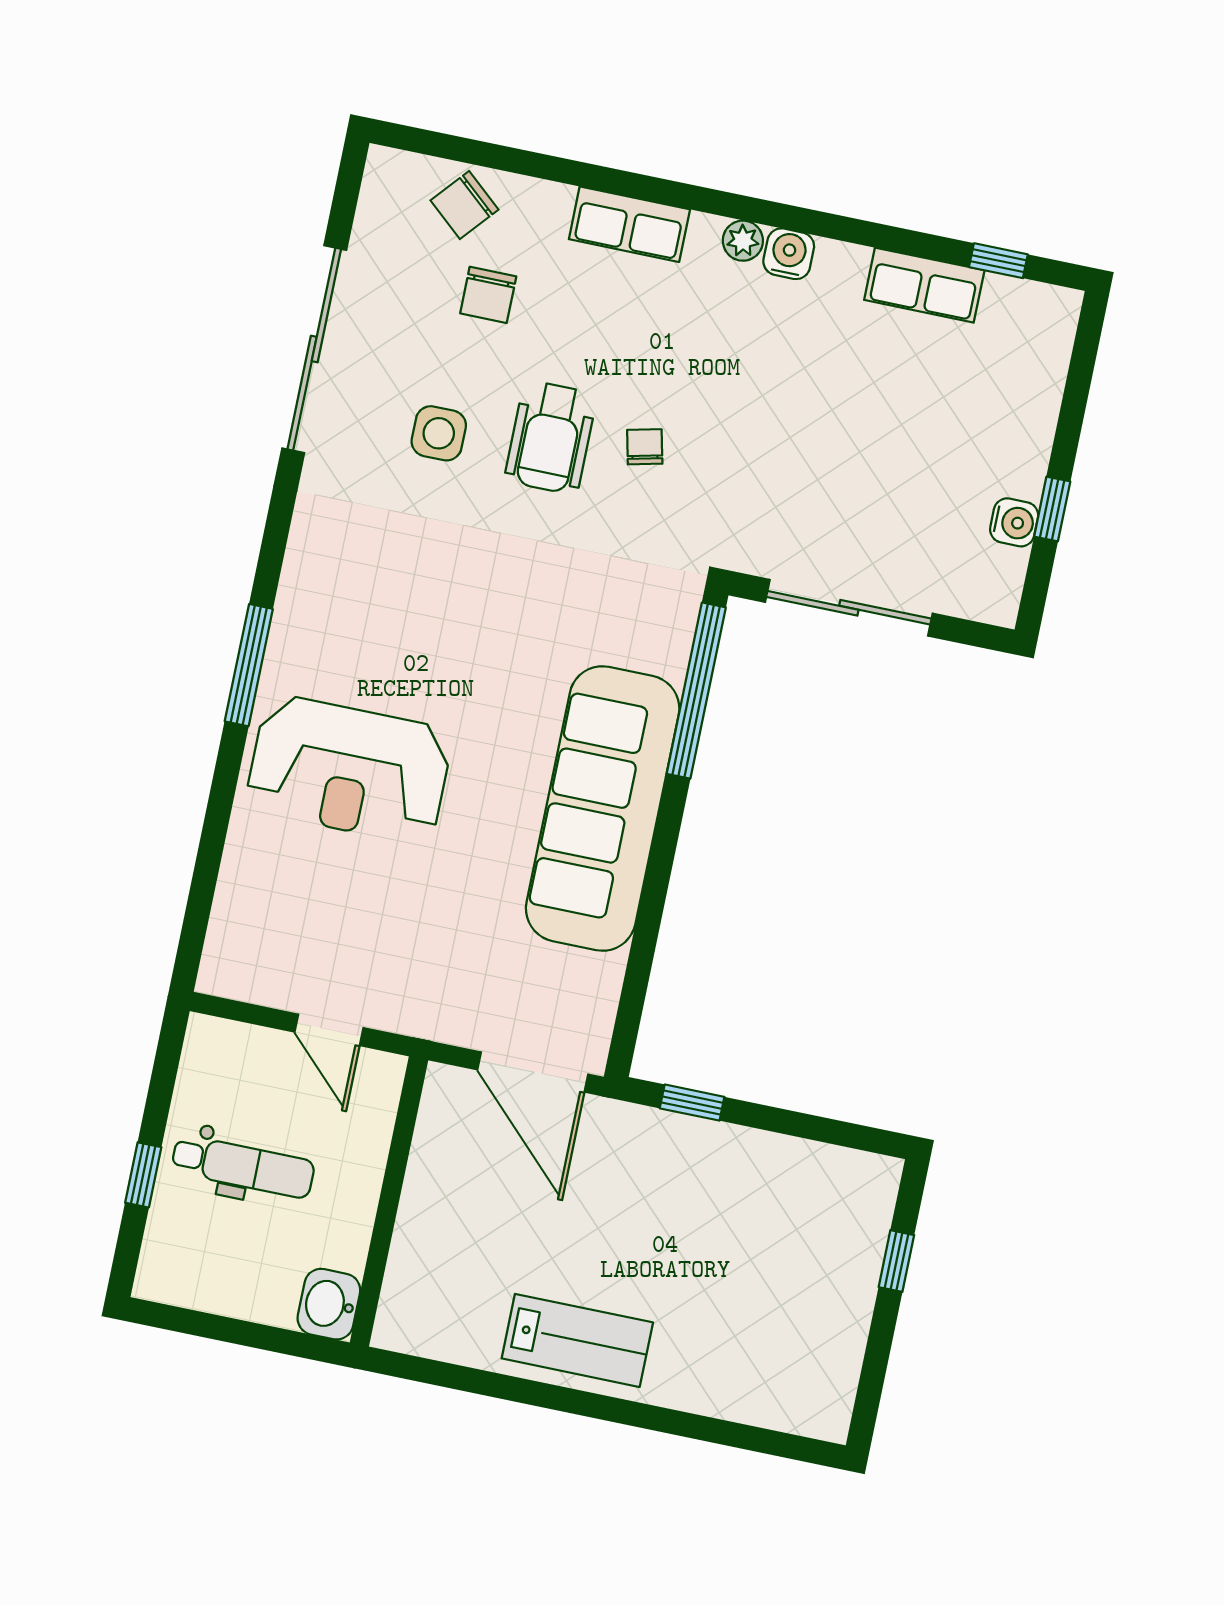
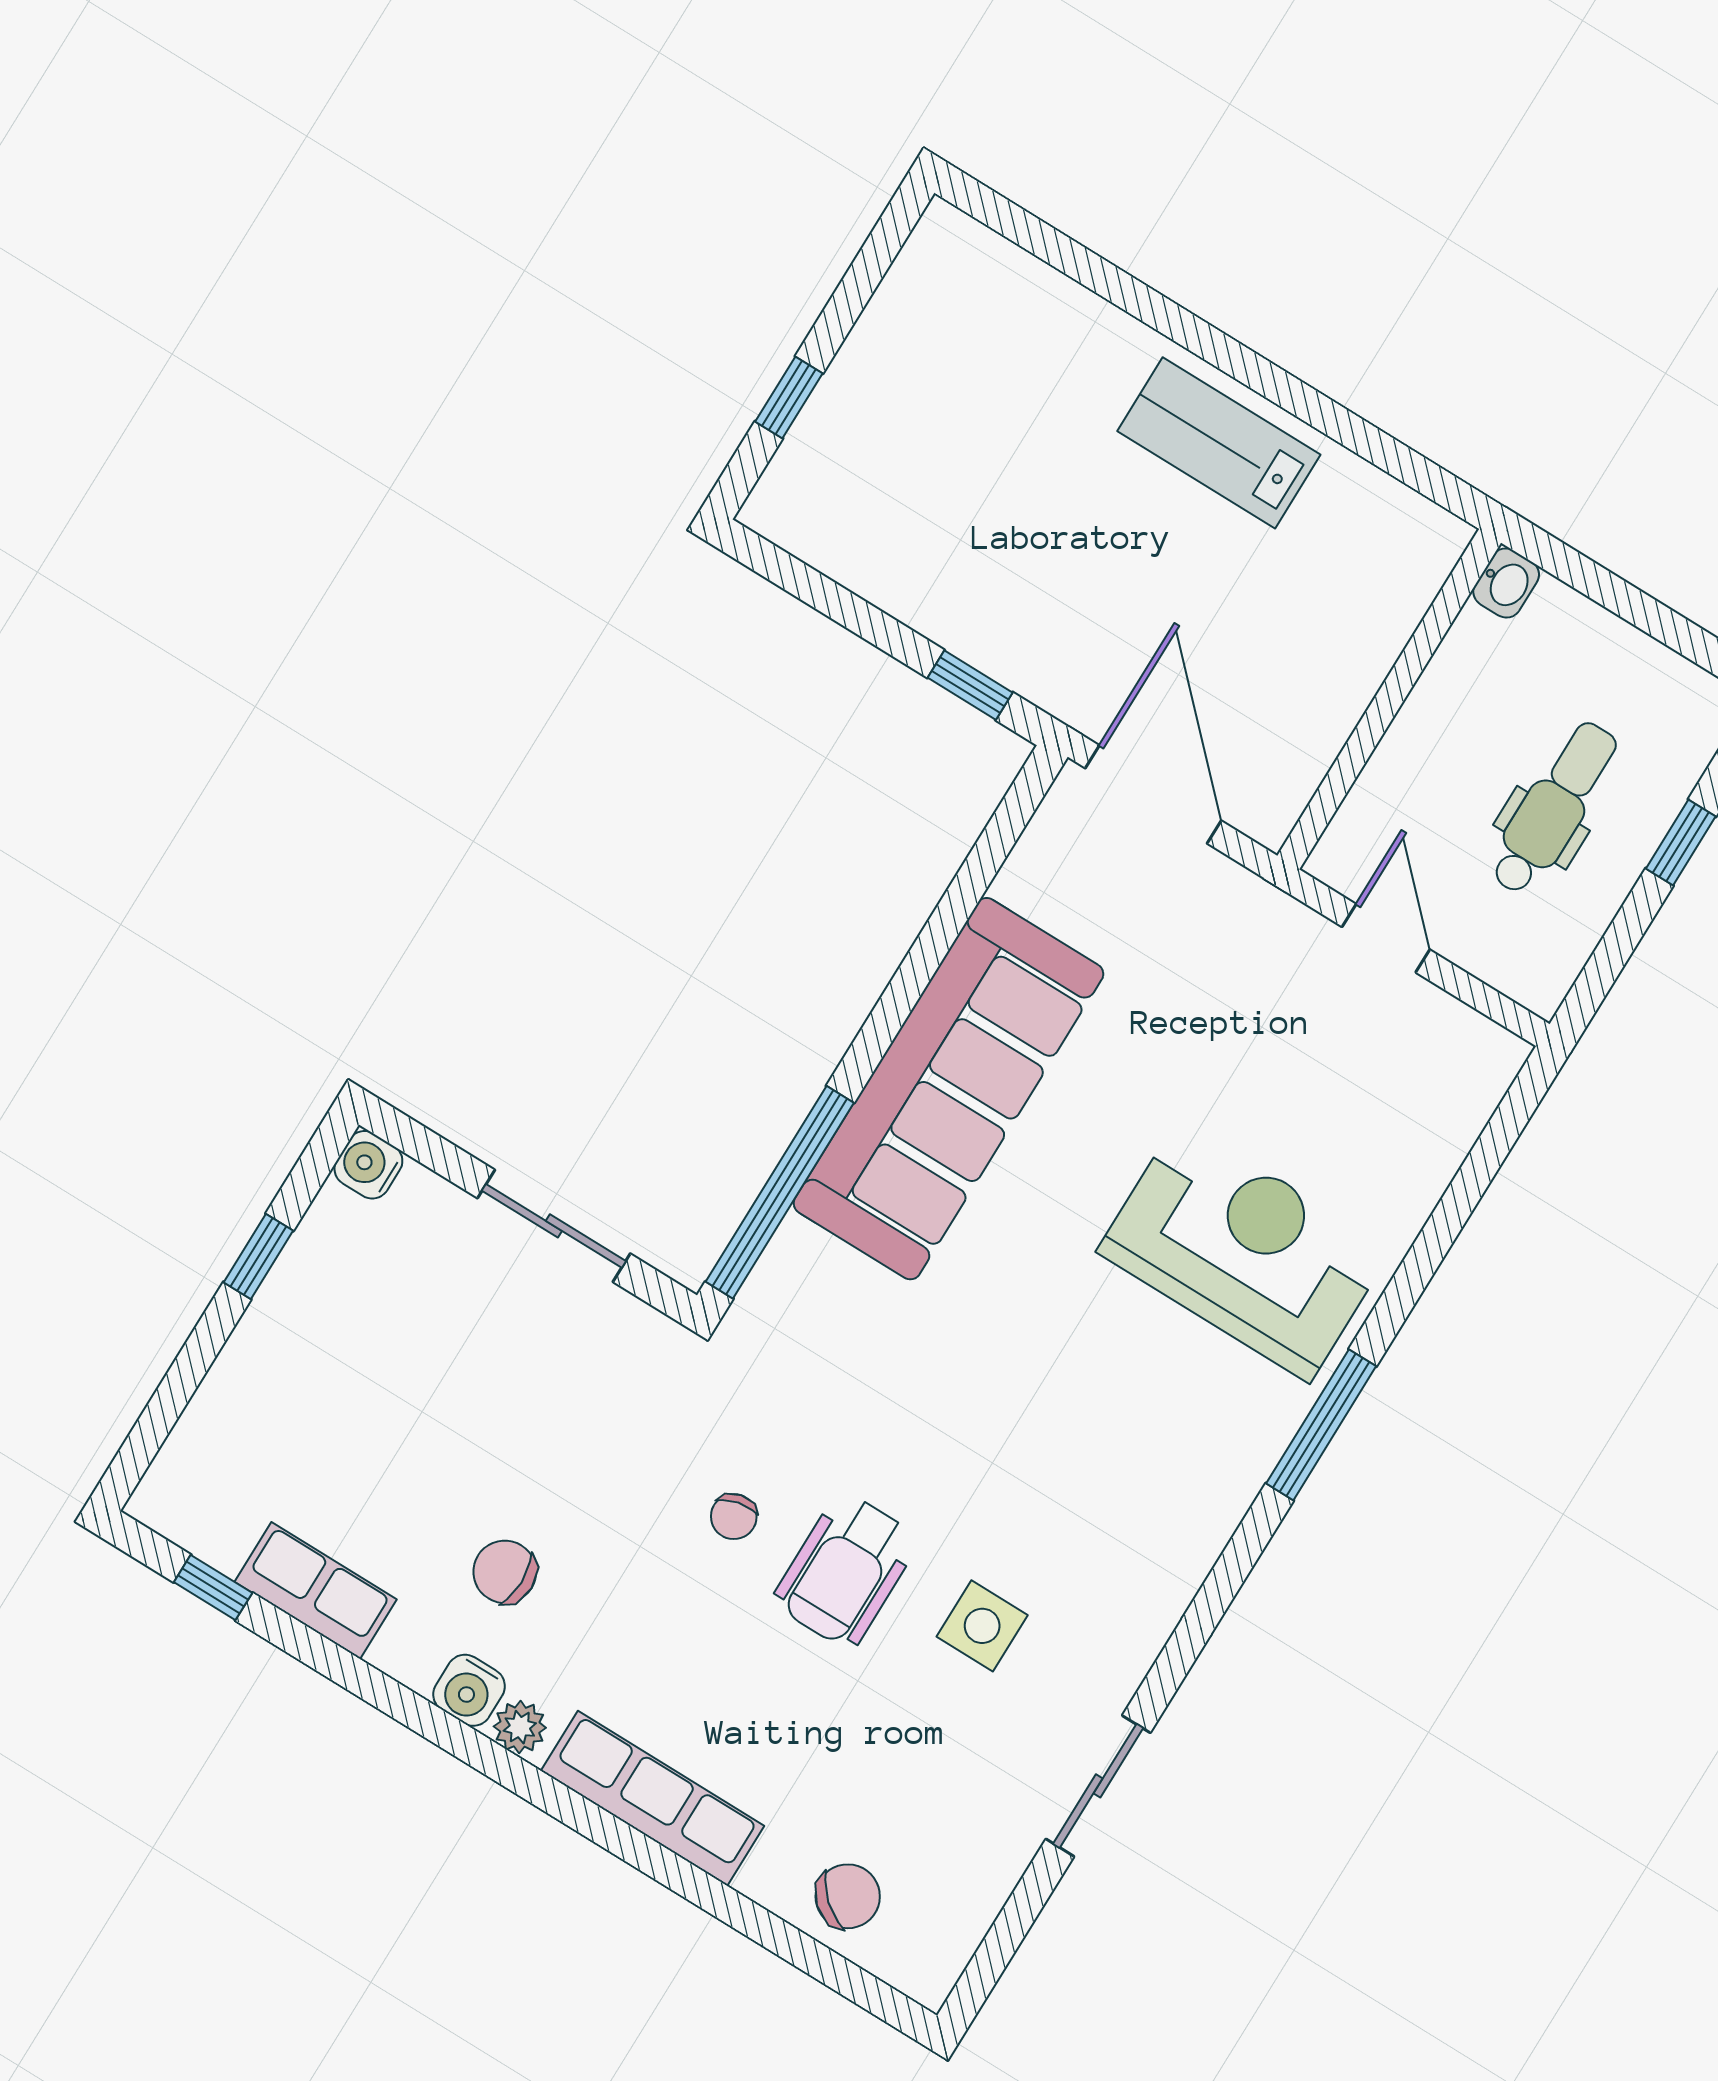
row of seats: (629, 224) -> (653, 1798), width x1.48
chair: (488, 295) -> (505, 1572), moved, turned -90
sliding door: (314, 349) -> (1098, 1786), width x0.54
wheelchair: (551, 437) -> (846, 1570), turned 180
water cooler: (1014, 522) -> (368, 1165), moved
sliding door: (849, 608) -> (554, 1226), width x0.73
dental chair: (243, 1166) -> (1554, 808), turned 90
washbasin: (329, 1304) -> (1506, 583), width x0.72, depth x0.69

